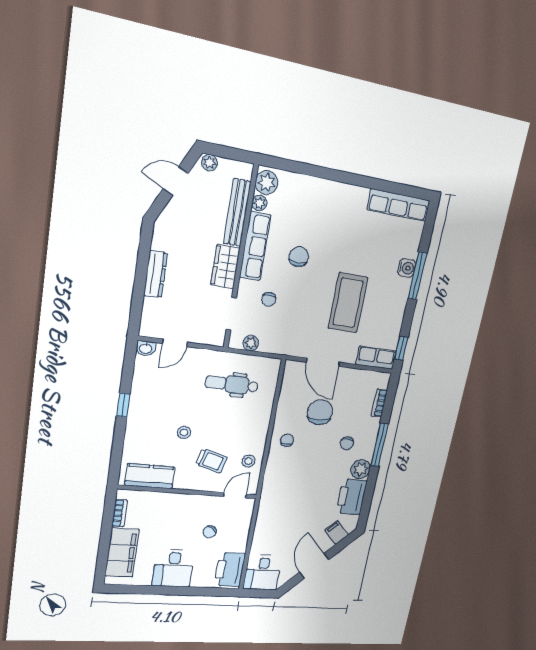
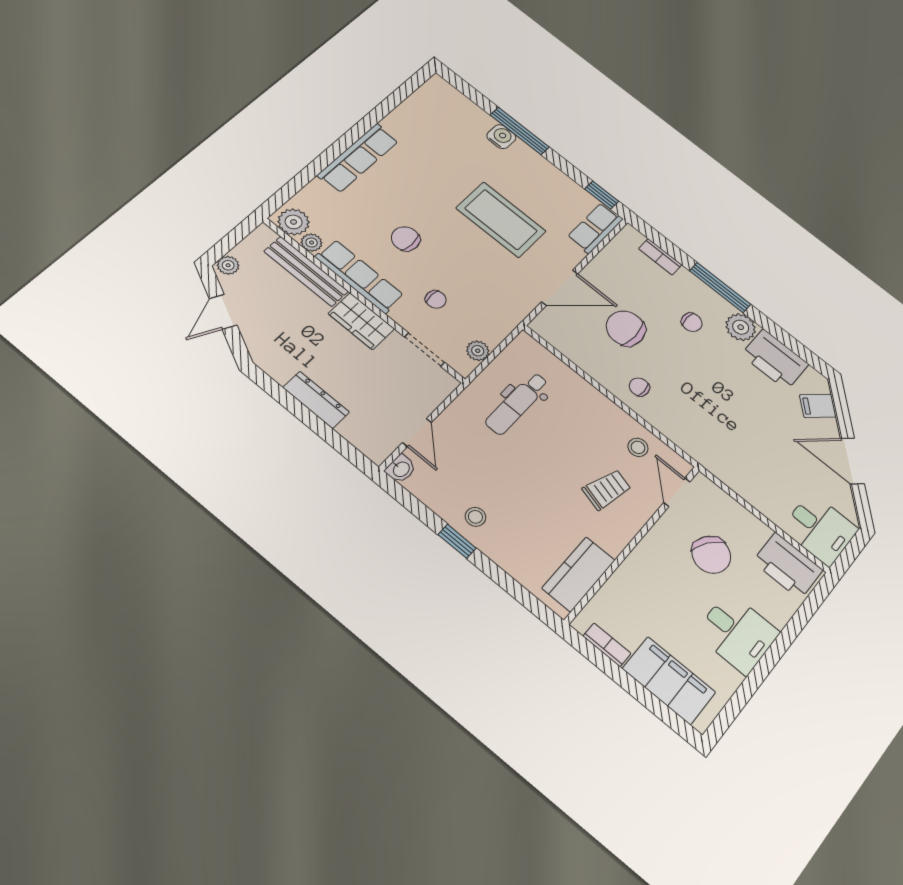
row of seats: (399, 205) -> (358, 158), moved
stool: (184, 432) -> (475, 517), moved
chair: (210, 532) -> (711, 555), width x1.87, depth x1.87

